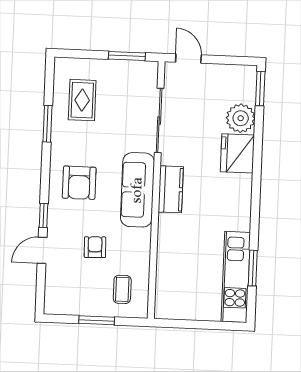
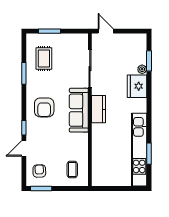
window: (127, 56) -> (50, 31), moved
window: (260, 89) -> (149, 61), moved
plant: (241, 118) -> (142, 69), width x0.53, depth x0.53
armchair: (95, 247) -> (39, 171), moved
kitchen unit: (236, 277) -> (139, 150), width x1.36
window: (97, 320) -> (41, 188), moved

